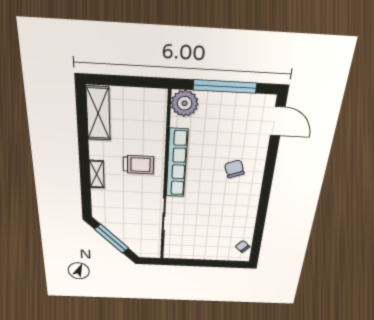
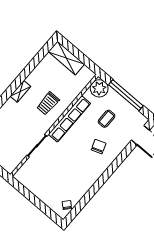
shelving: (98, 113) -> (66, 58), moved, turned 90
coffee table: (221, 132) -> (107, 119), added
trolley: (138, 165) -> (48, 103), turned 90

